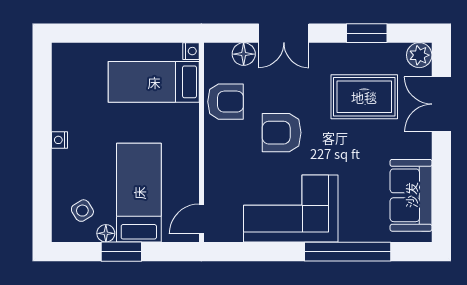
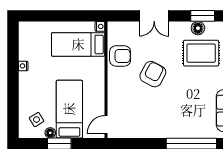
floor lamp: (244, 54) -> (198, 28), moved
armchair: (282, 133) -> (153, 74), turned 118
nightstand: (60, 140) -> (23, 66), moved
corner sofa: (291, 209) -> (158, 118), removed

